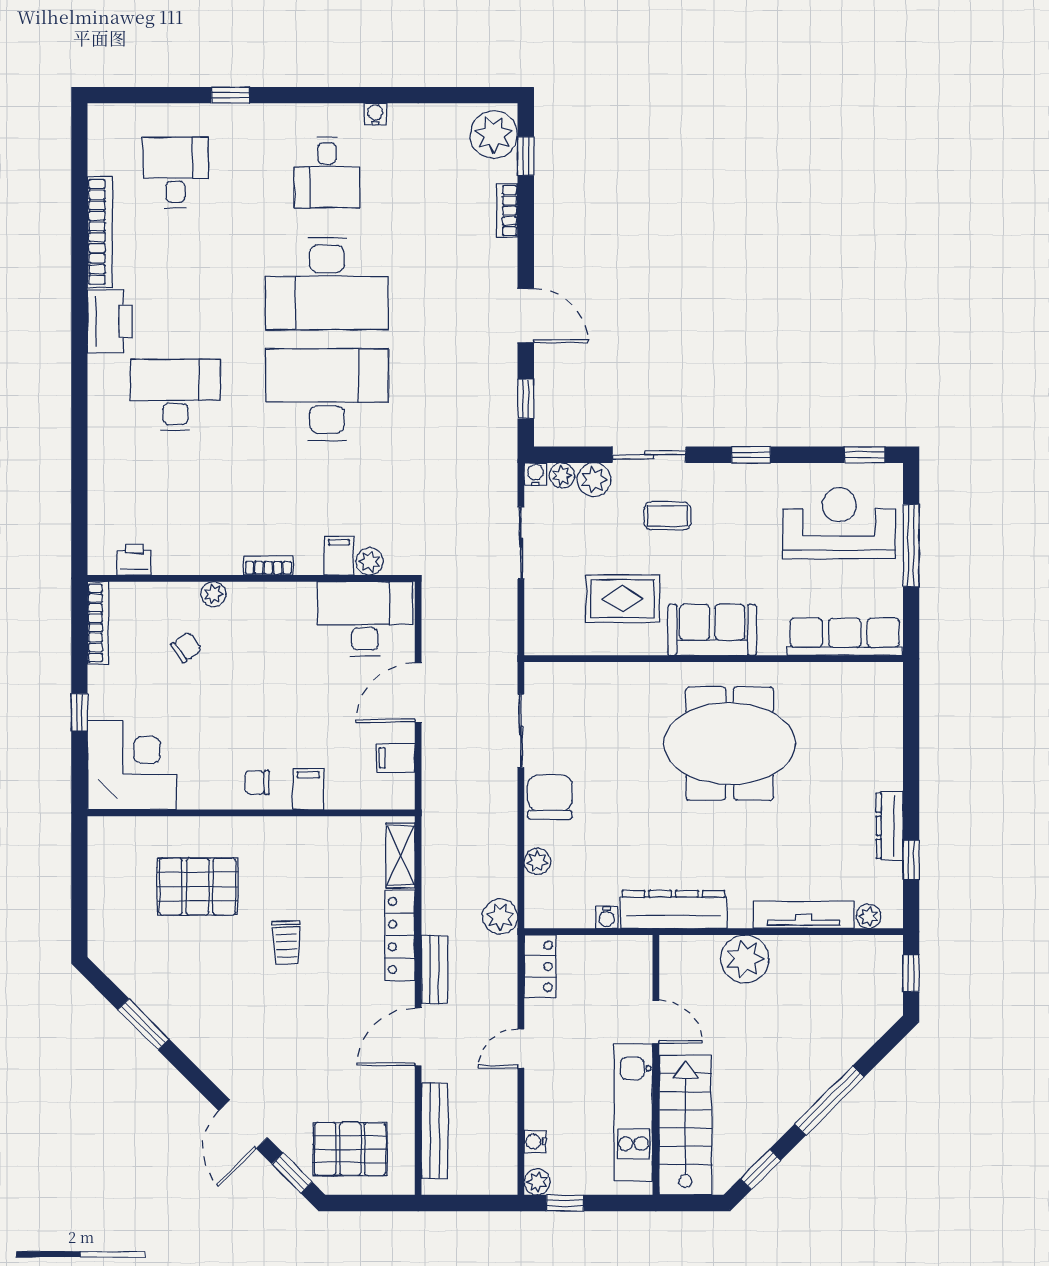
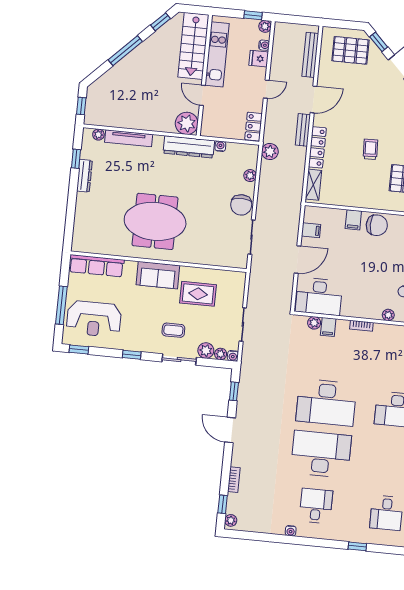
plant: (494, 135) -> (231, 520), width x0.53, depth x0.53
chair: (257, 783) -> (377, 225), width x1.87, depth x1.87
plant: (745, 959) -> (187, 123), moved
fridge: (544, 1112) -> (259, 59), added

